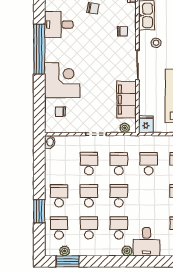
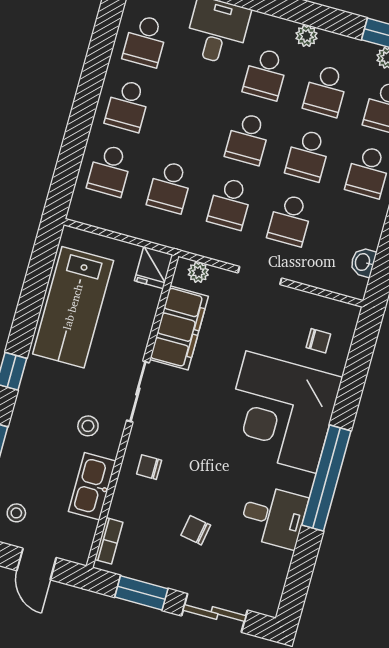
corner desk: (62, 80) -> (281, 412), width x1.36, depth x1.36
washbasin: (50, 142) -> (363, 262), moved
plant: (127, 251) -> (306, 36), moved

